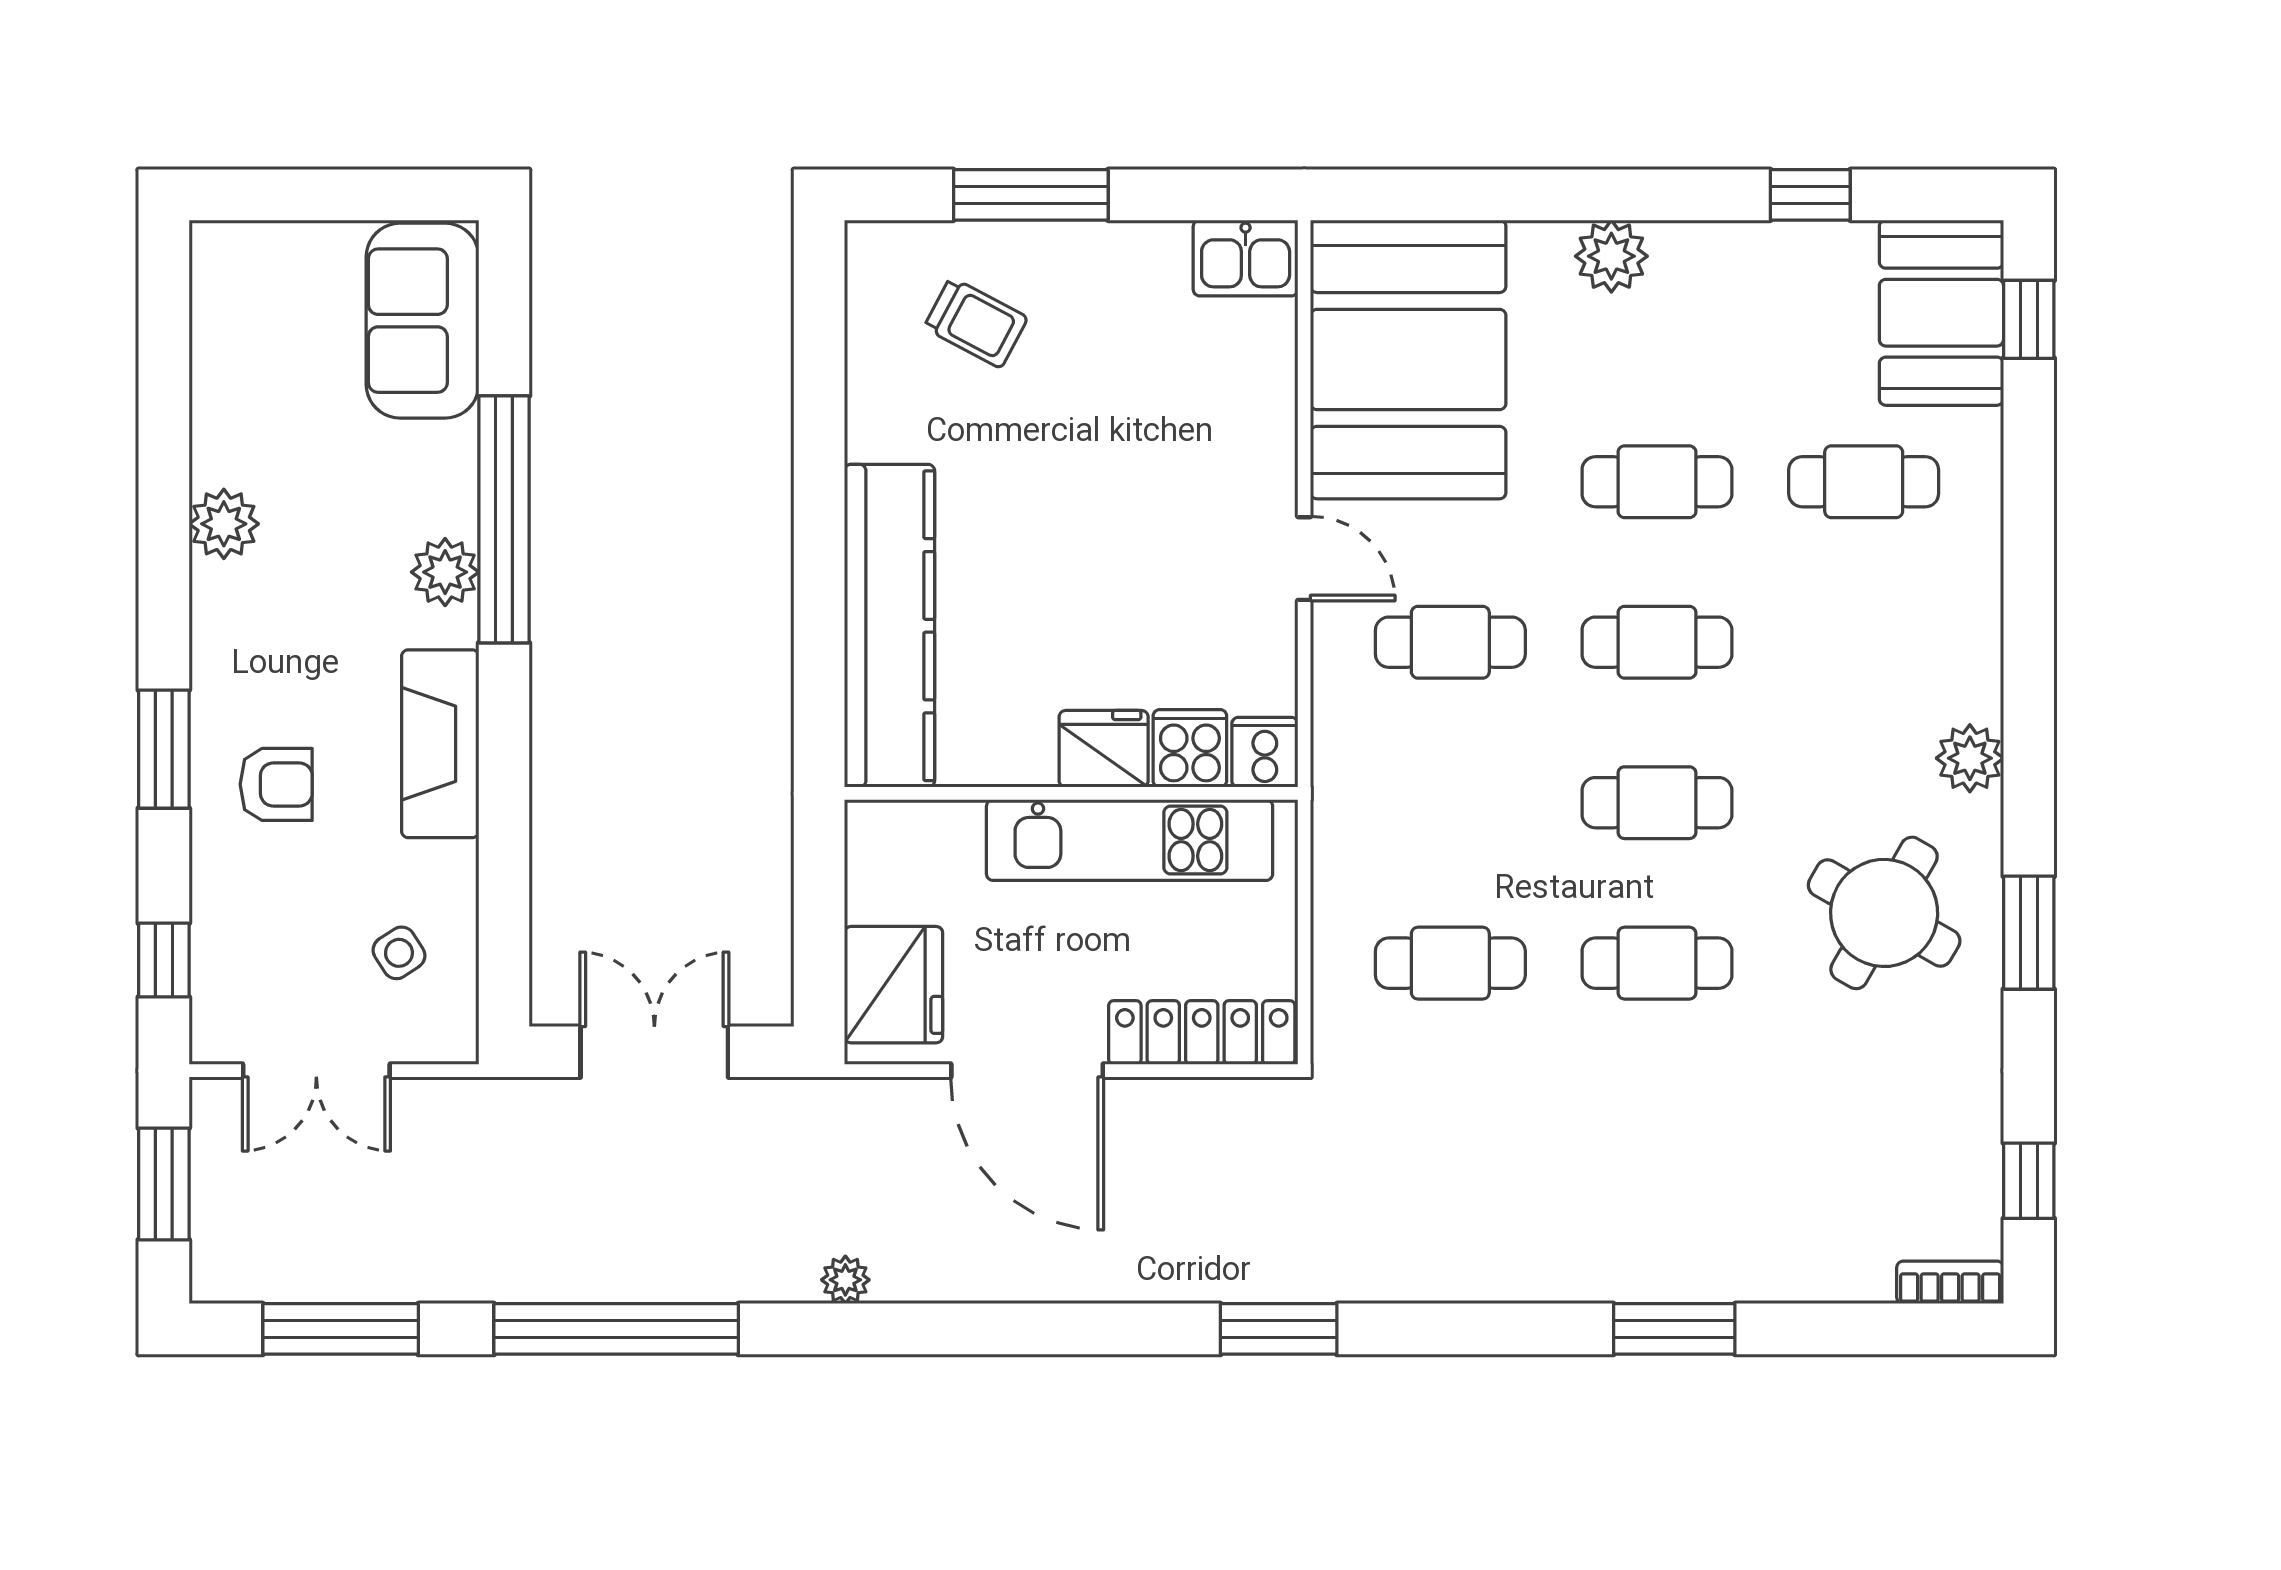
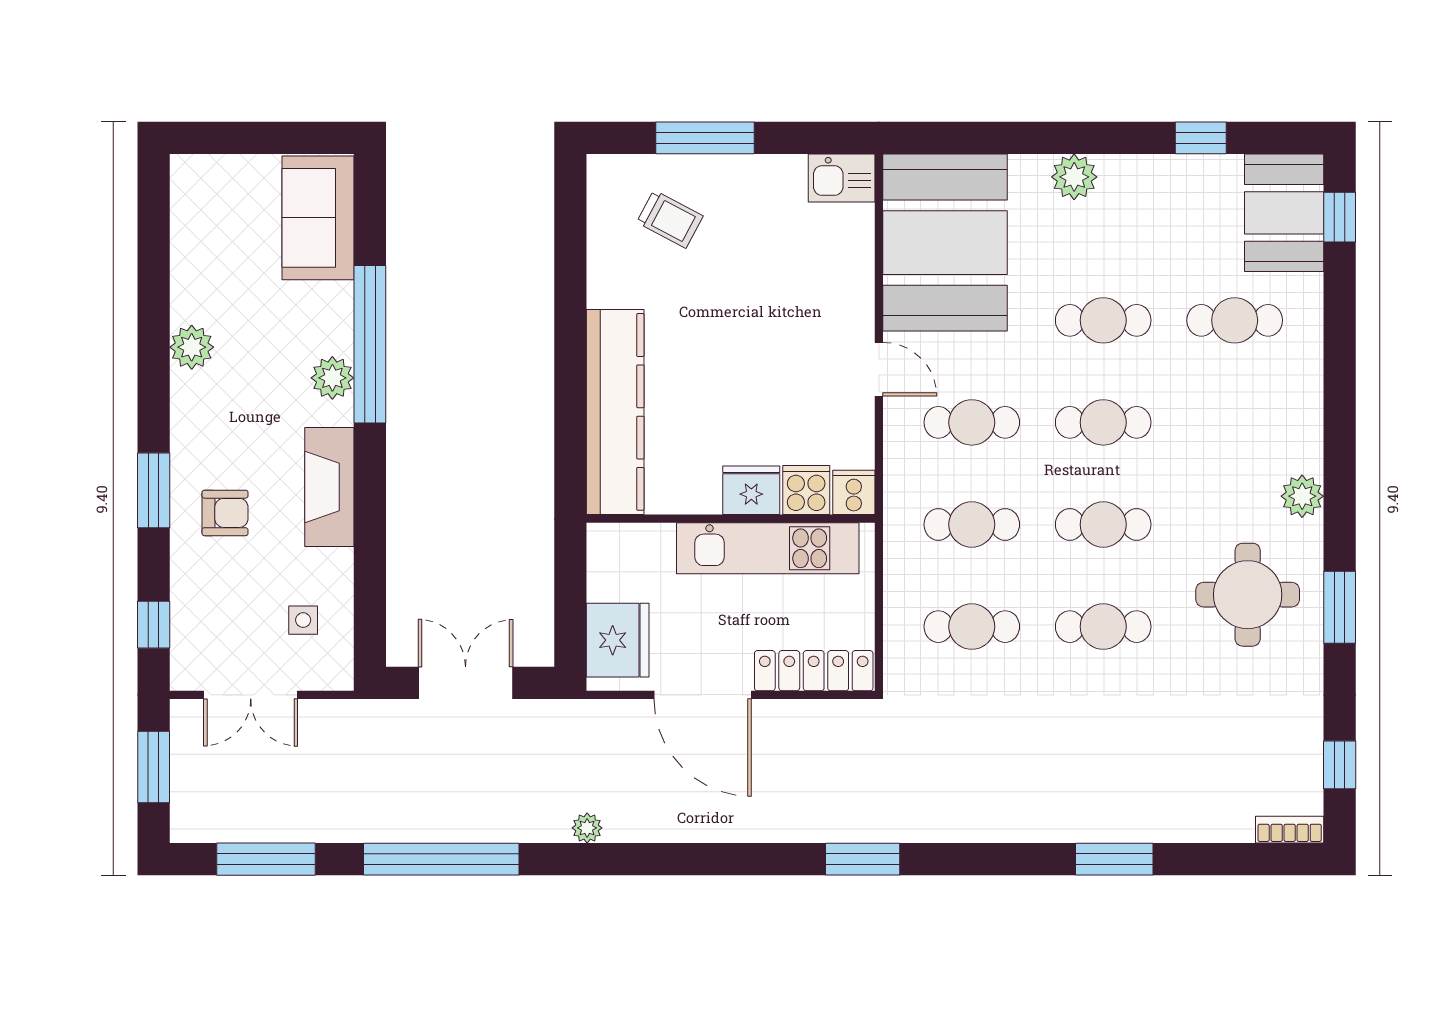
cafe table: (1450, 803) -> (972, 524), added
round table: (1884, 913) -> (1248, 595), turned -30
side table: (399, 953) -> (303, 620), turned 33

